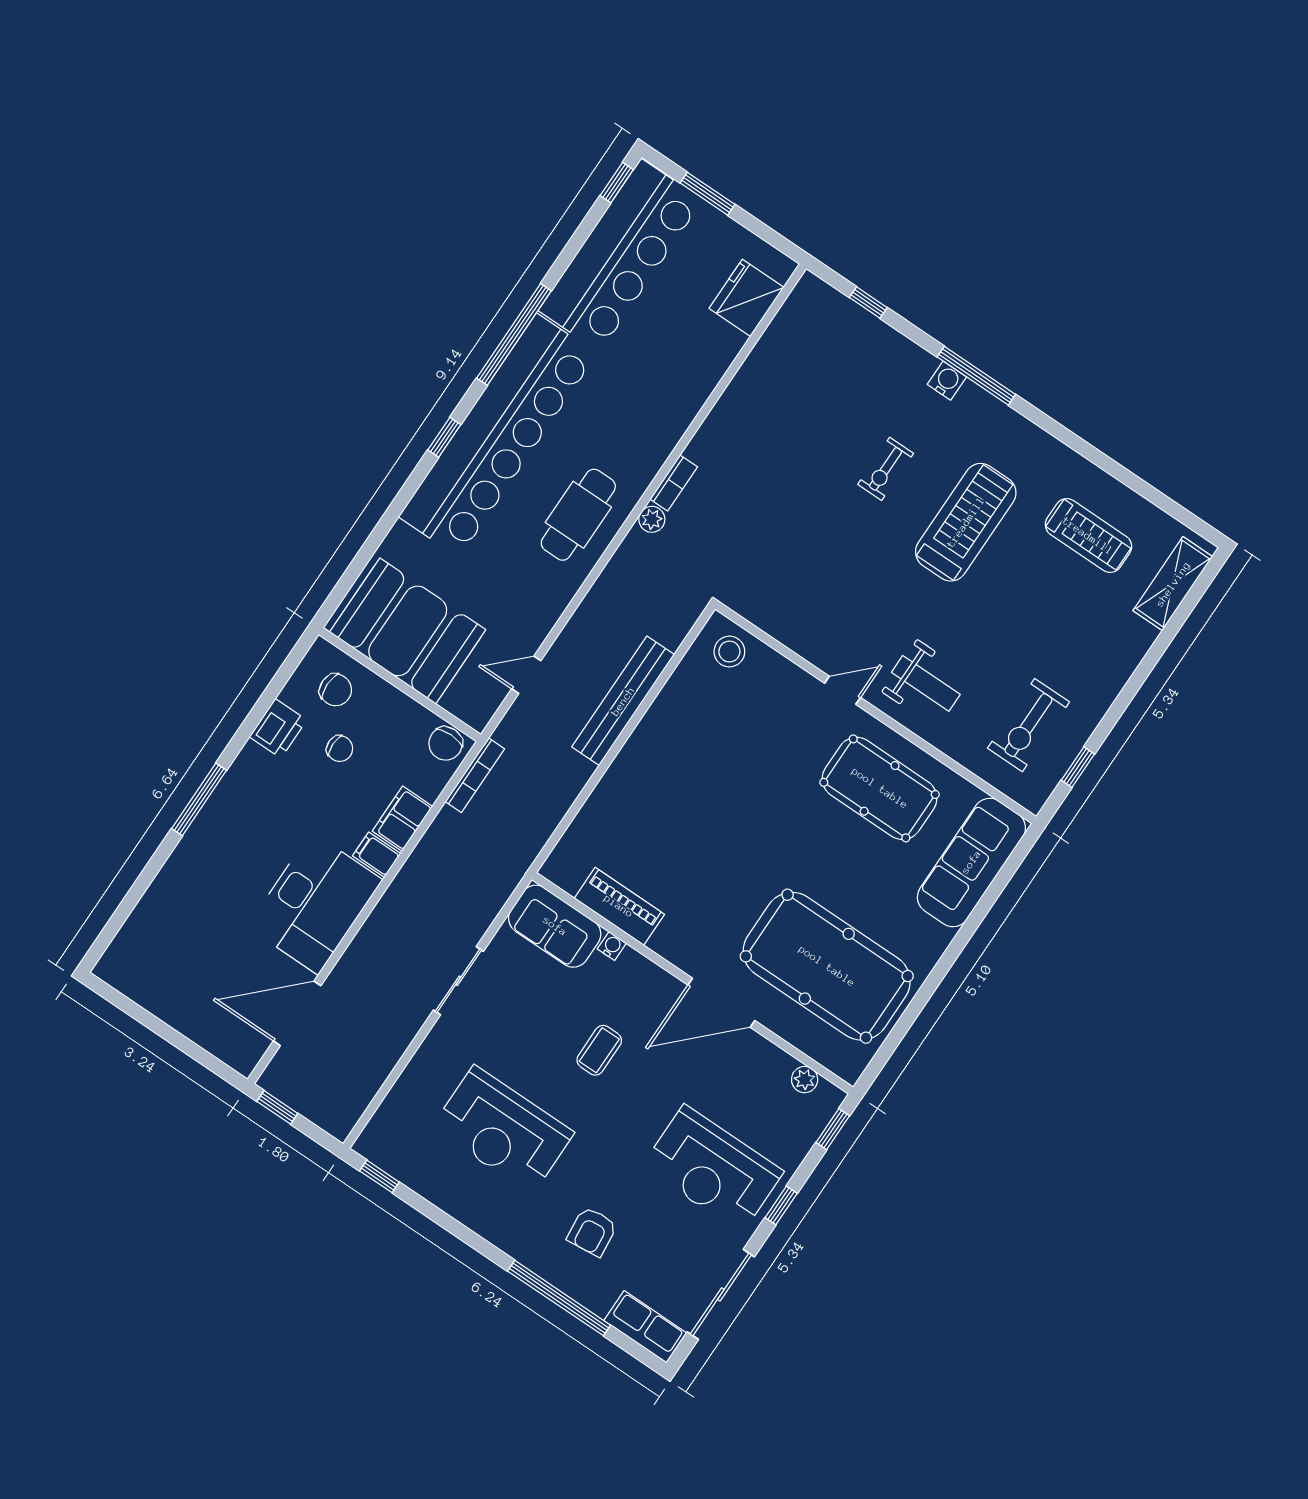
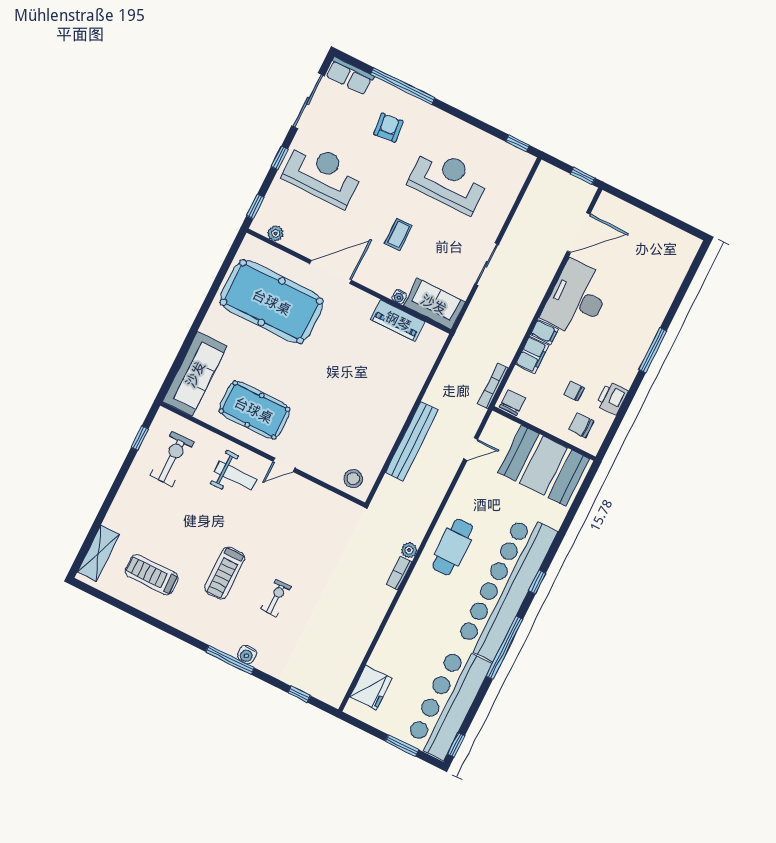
treadmill: (966, 522) -> (225, 573), width x0.73, depth x0.73
weight bench: (926, 683) -> (236, 475), turned 180

